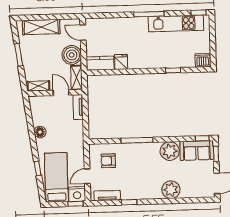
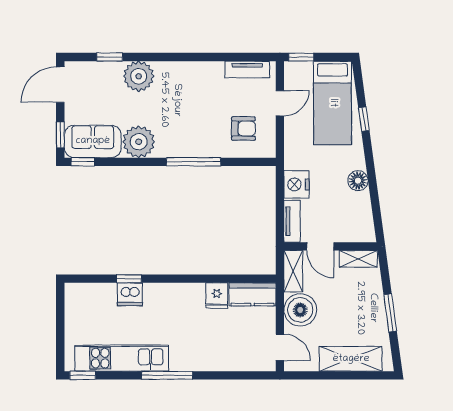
dishwasher: (203, 60) -> (130, 294), moved
nightstand: (77, 194) -> (296, 184), moved, turned -90
window: (129, 202) -> (110, 57), moved

